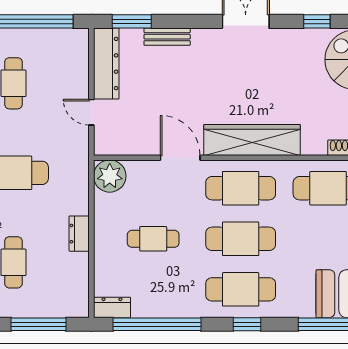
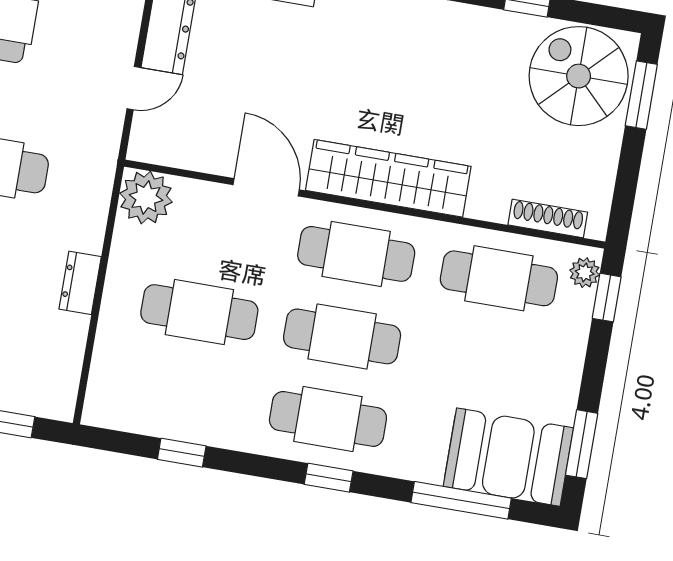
door: (91, 112) -> (134, 88), swing flipped
cafe table: (153, 239) -> (199, 312), width x1.37, depth x1.35
dresser: (112, 307) -> (113, 413), removed
window: (157, 324) -> (182, 453), width x0.32

